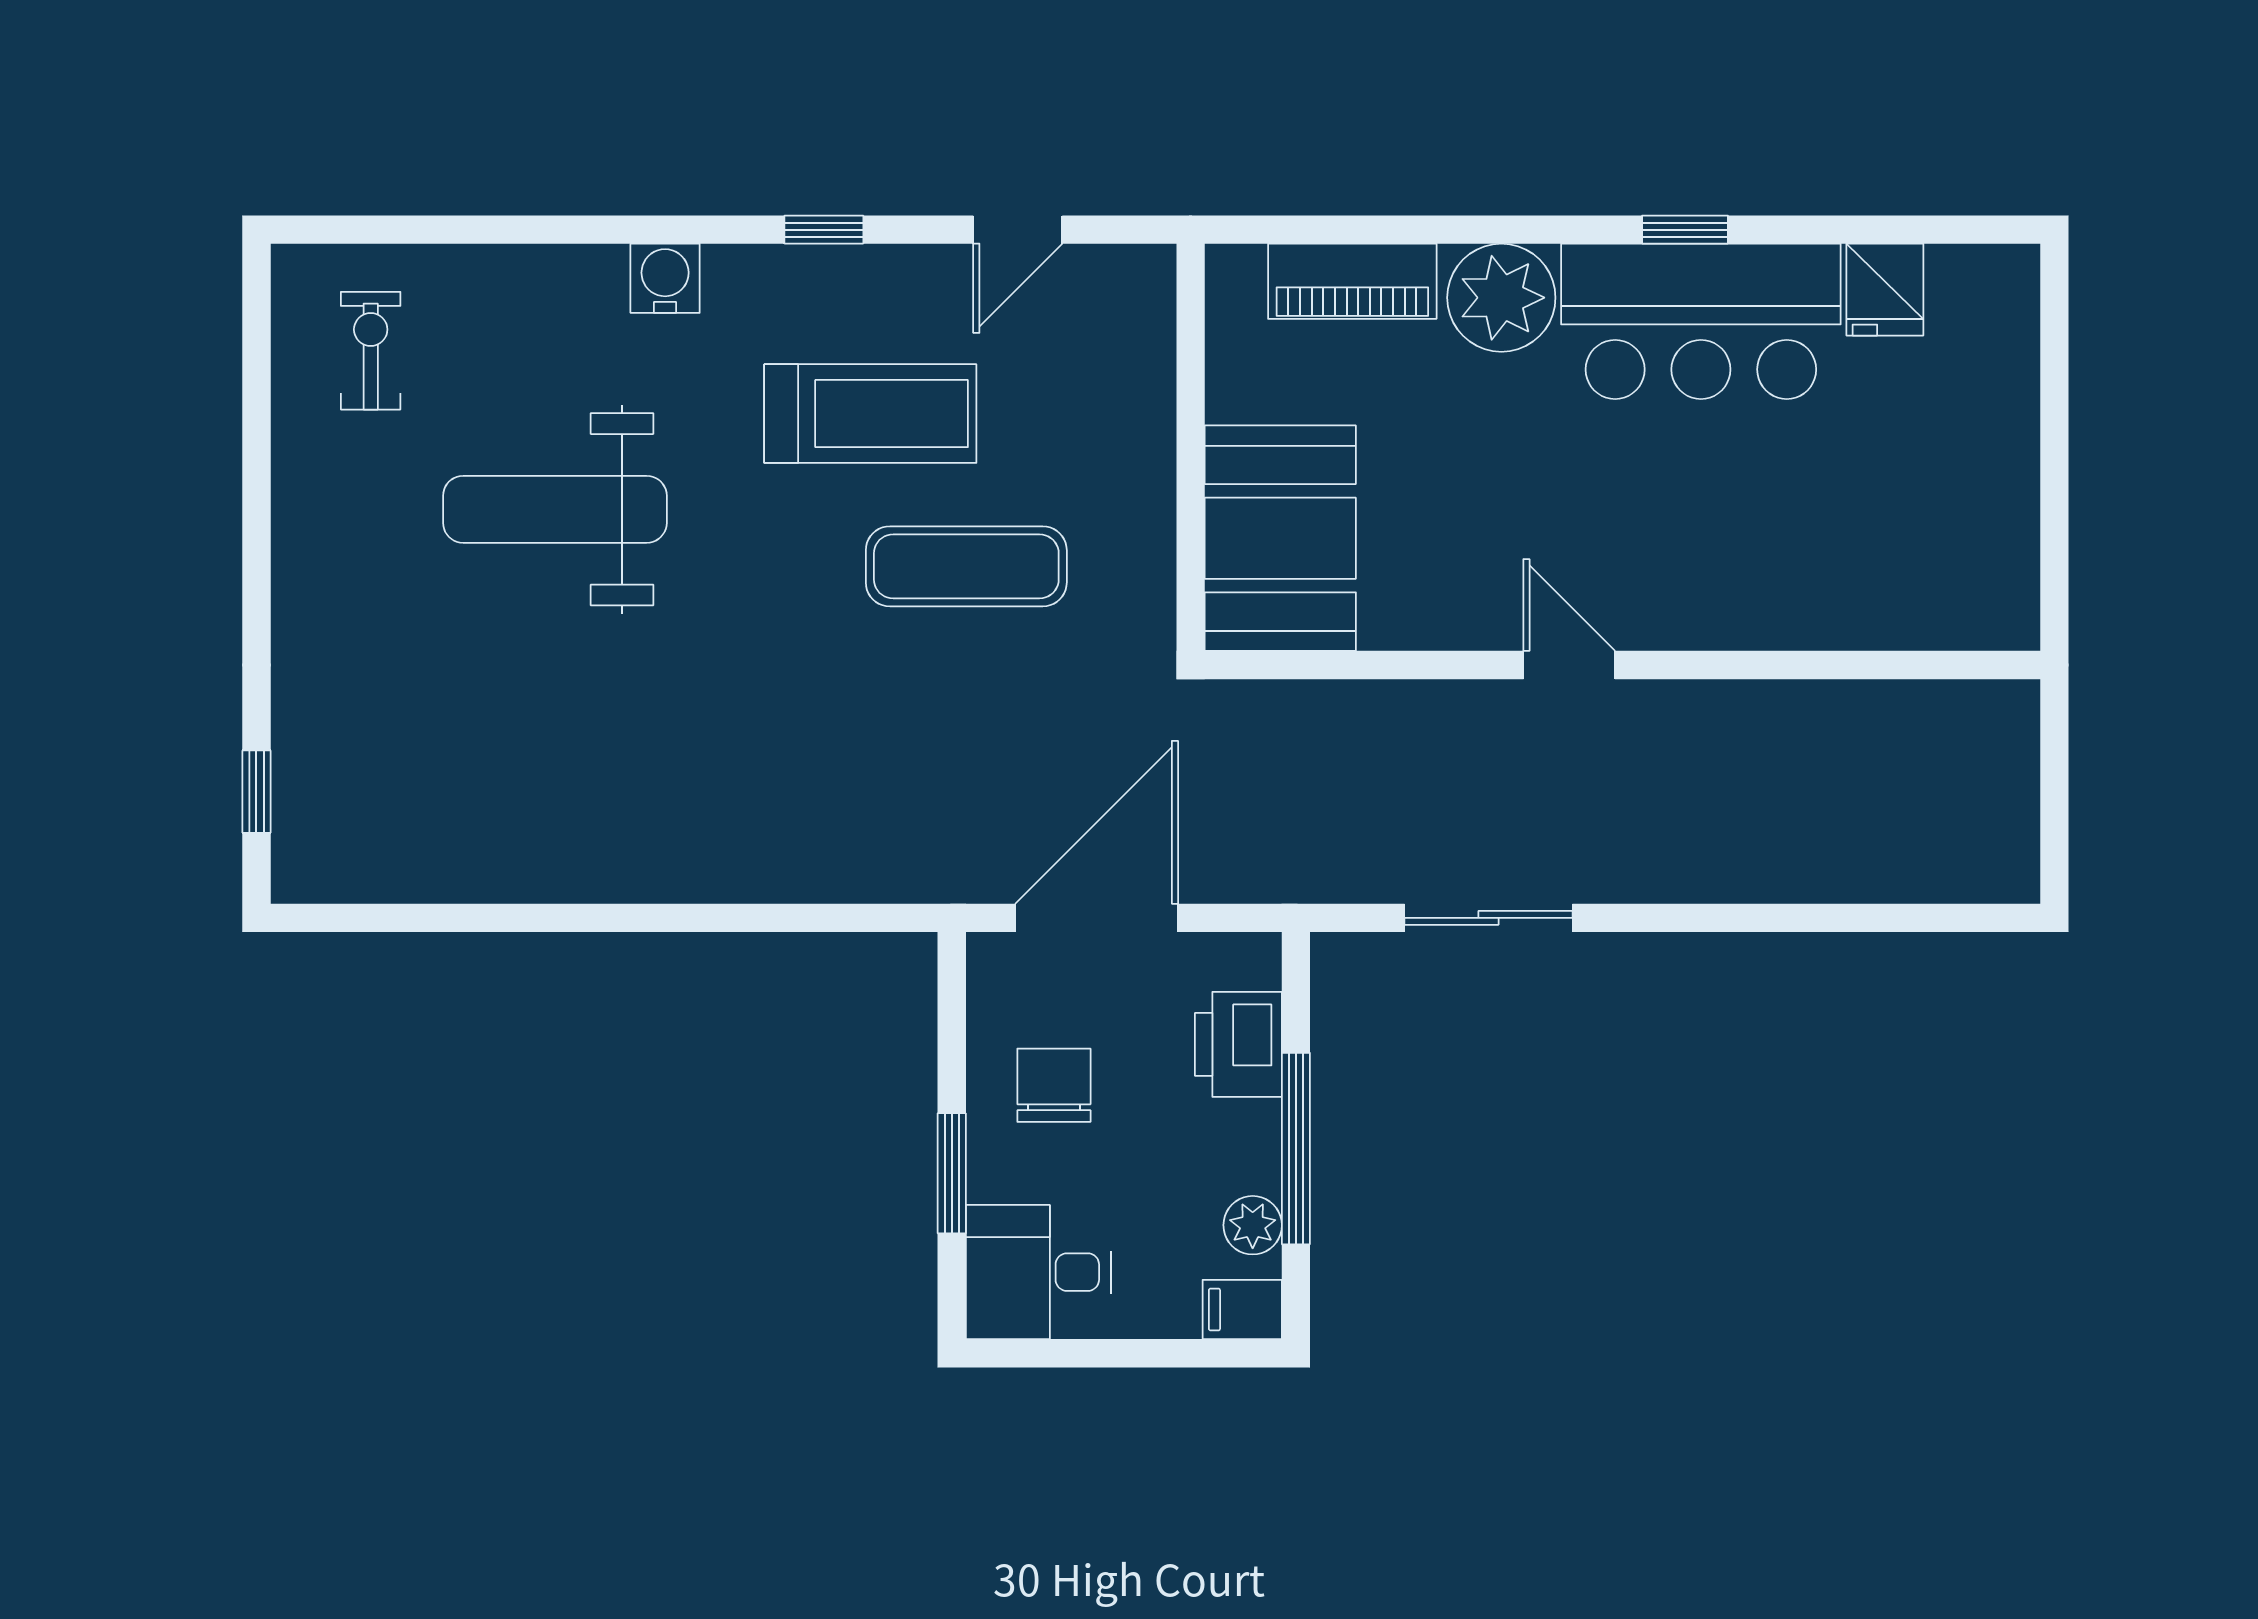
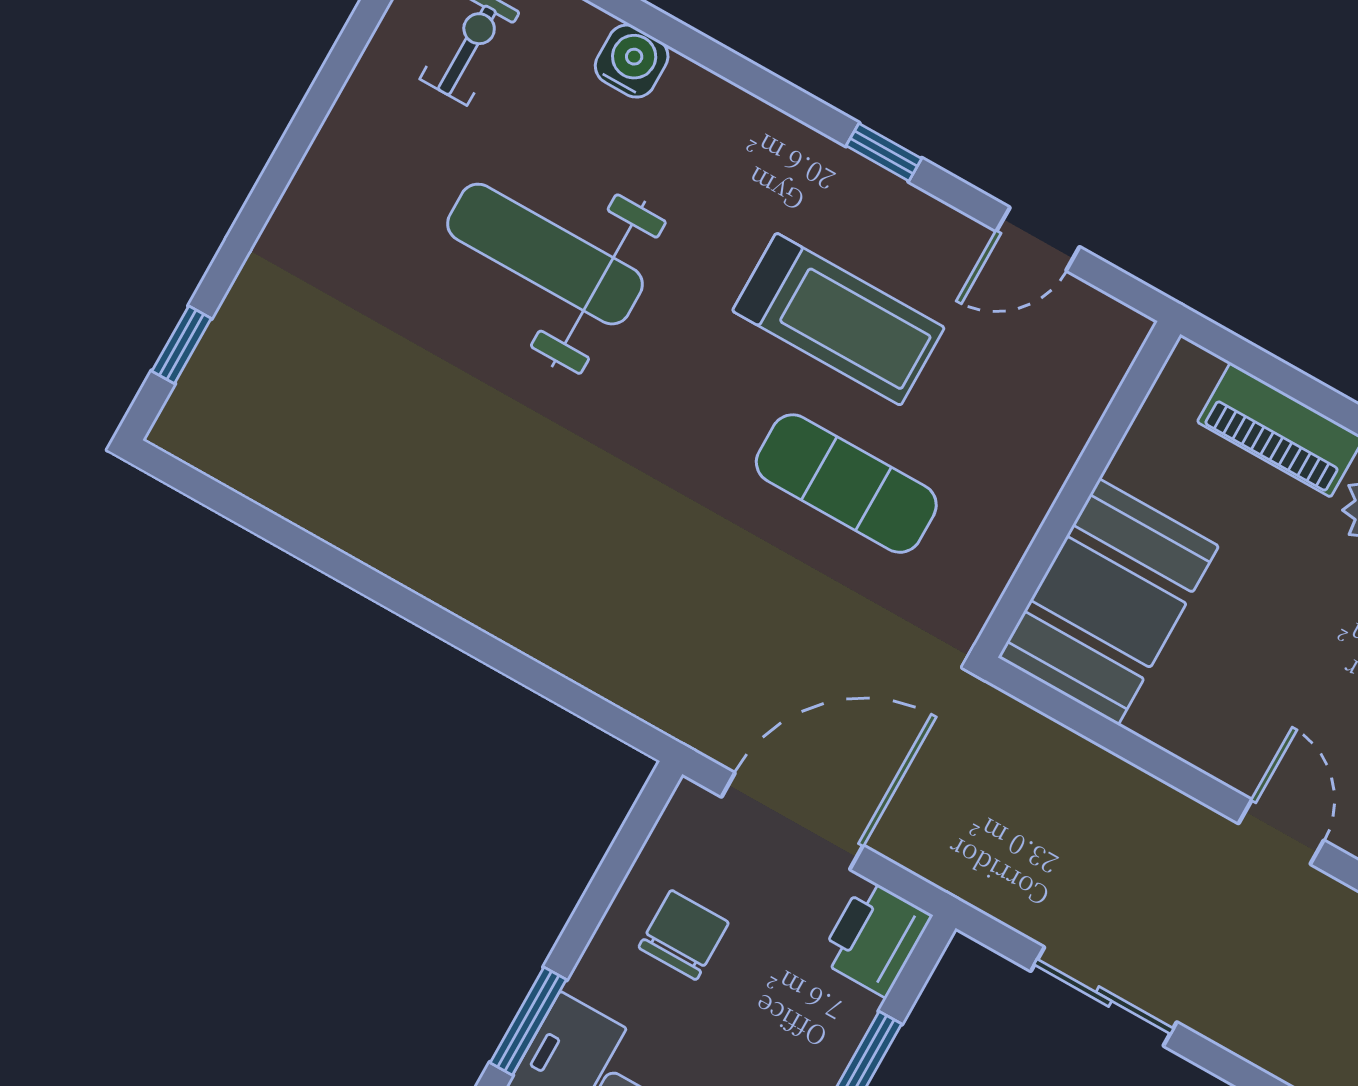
water cooler: (665, 278) -> (632, 61), moved
printer: (1238, 1044) -> (875, 938), moved
window: (952, 1173) -> (528, 1021), moved

